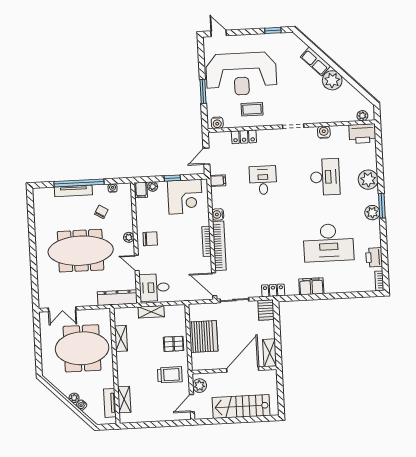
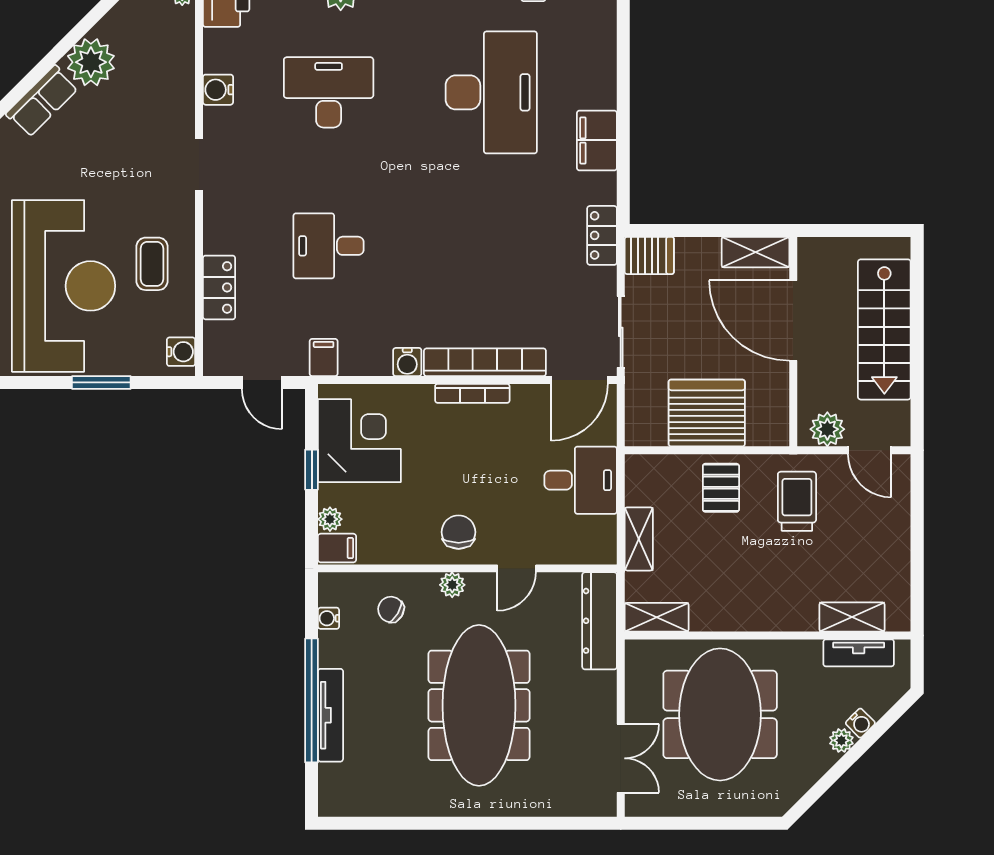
chair: (101, 212) -> (391, 609), moved
desk: (154, 287) -> (581, 480), moved, turned -90
shelving: (121, 338) -> (657, 617), moved

